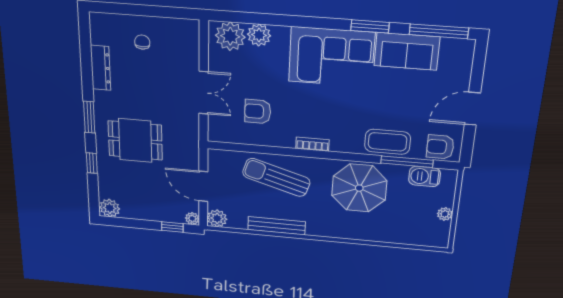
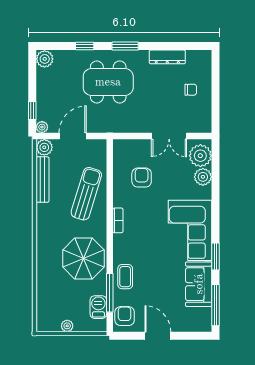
double door: (204, 93) -> (169, 136), moved
dining table: (135, 140) -> (108, 82), width x1.37
coffee table: (387, 142) -> (125, 277), width x0.73, depth x0.77
bench: (277, 226) -> (43, 180), moved

